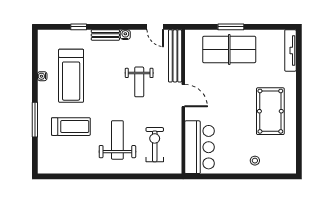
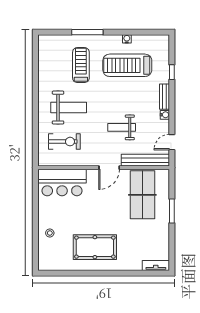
table tennis table: (229, 49) -> (142, 195), moved
tv unit: (290, 50) -> (156, 265), width x0.71
treadmill: (71, 127) -> (81, 65), turned 180

